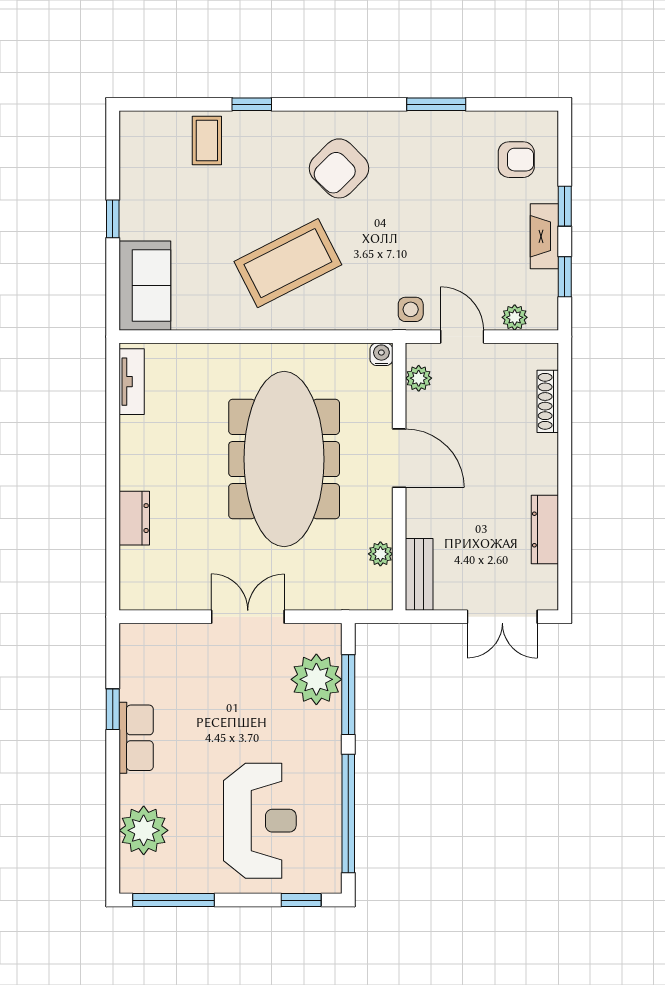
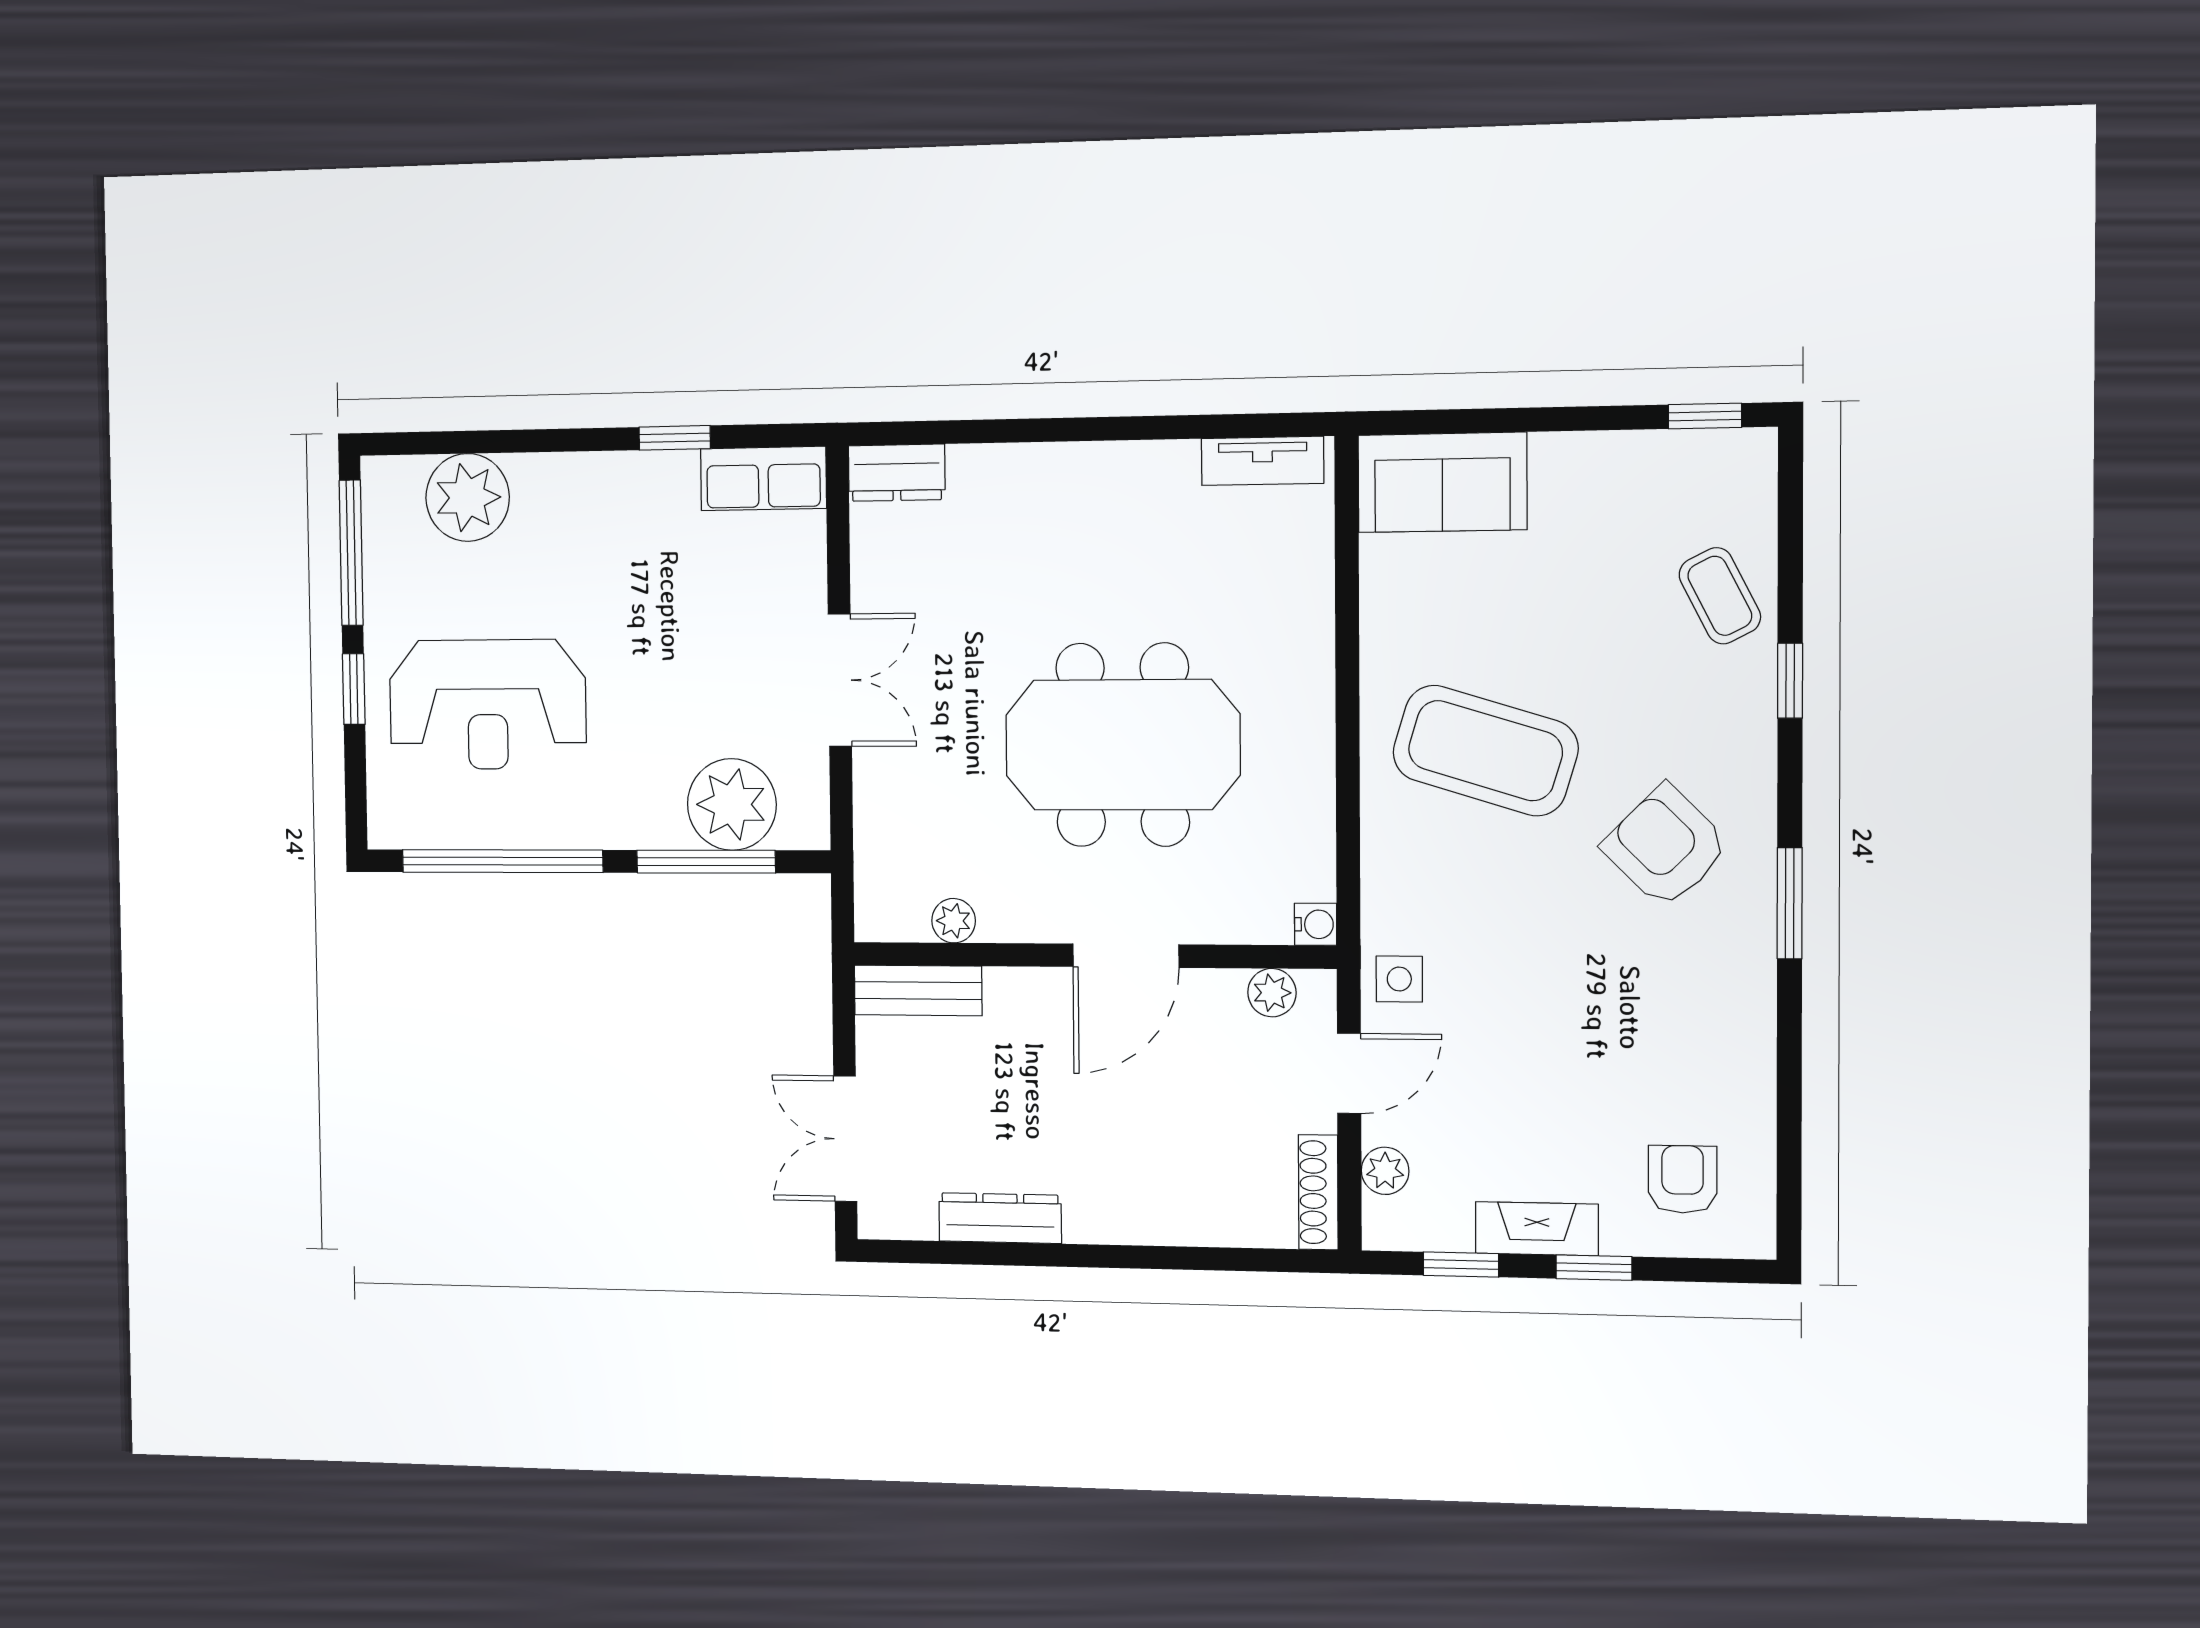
window: (436, 104) -> (1790, 903), moved
coffee table: (207, 140) -> (1720, 596), turned 63
armchair: (516, 160) -> (1683, 1179), turned 180
window: (113, 219) -> (1705, 416), moved
coffee table: (288, 263) -> (1485, 751), turned -46
shoe rack: (548, 401) -> (1318, 1192), moved, turned -90
meeting table: (284, 459) -> (1123, 745), width x0.73
dresser: (134, 518) -> (897, 473), moved
row of seats: (136, 738) -> (763, 479), moved
window: (301, 900) -> (354, 689), moved

